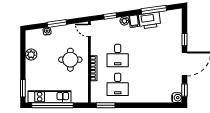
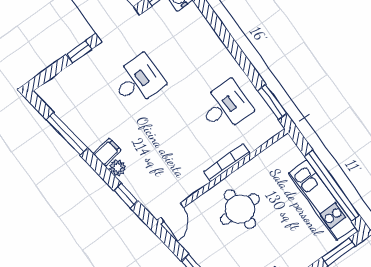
printer: (150, 20) -> (88, 128), removed
desk: (118, 55) -> (138, 81), moved

